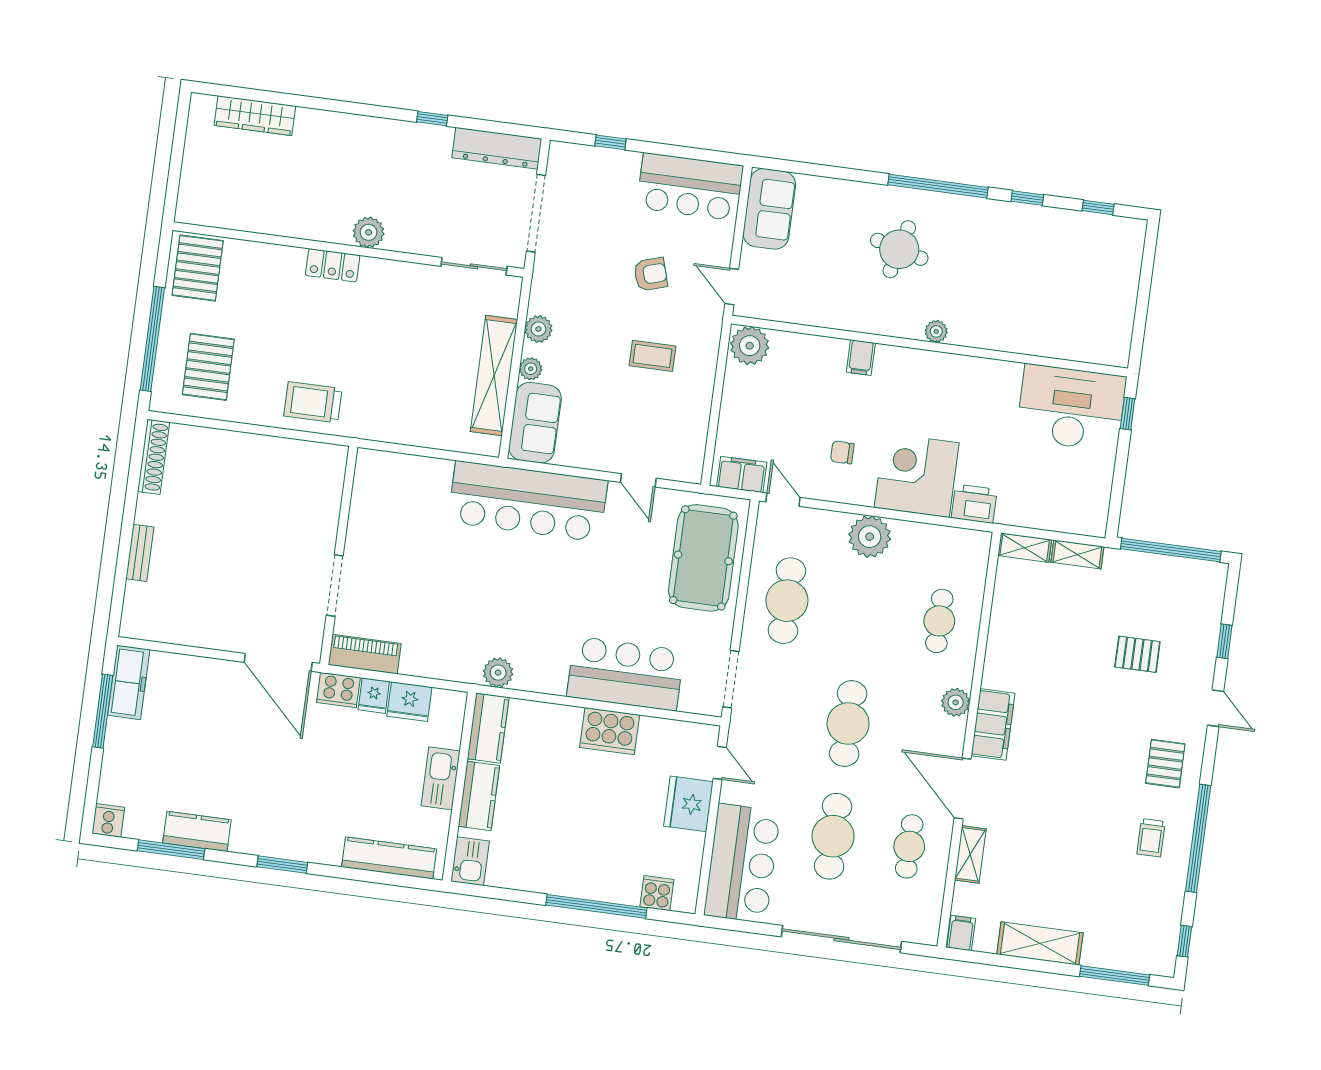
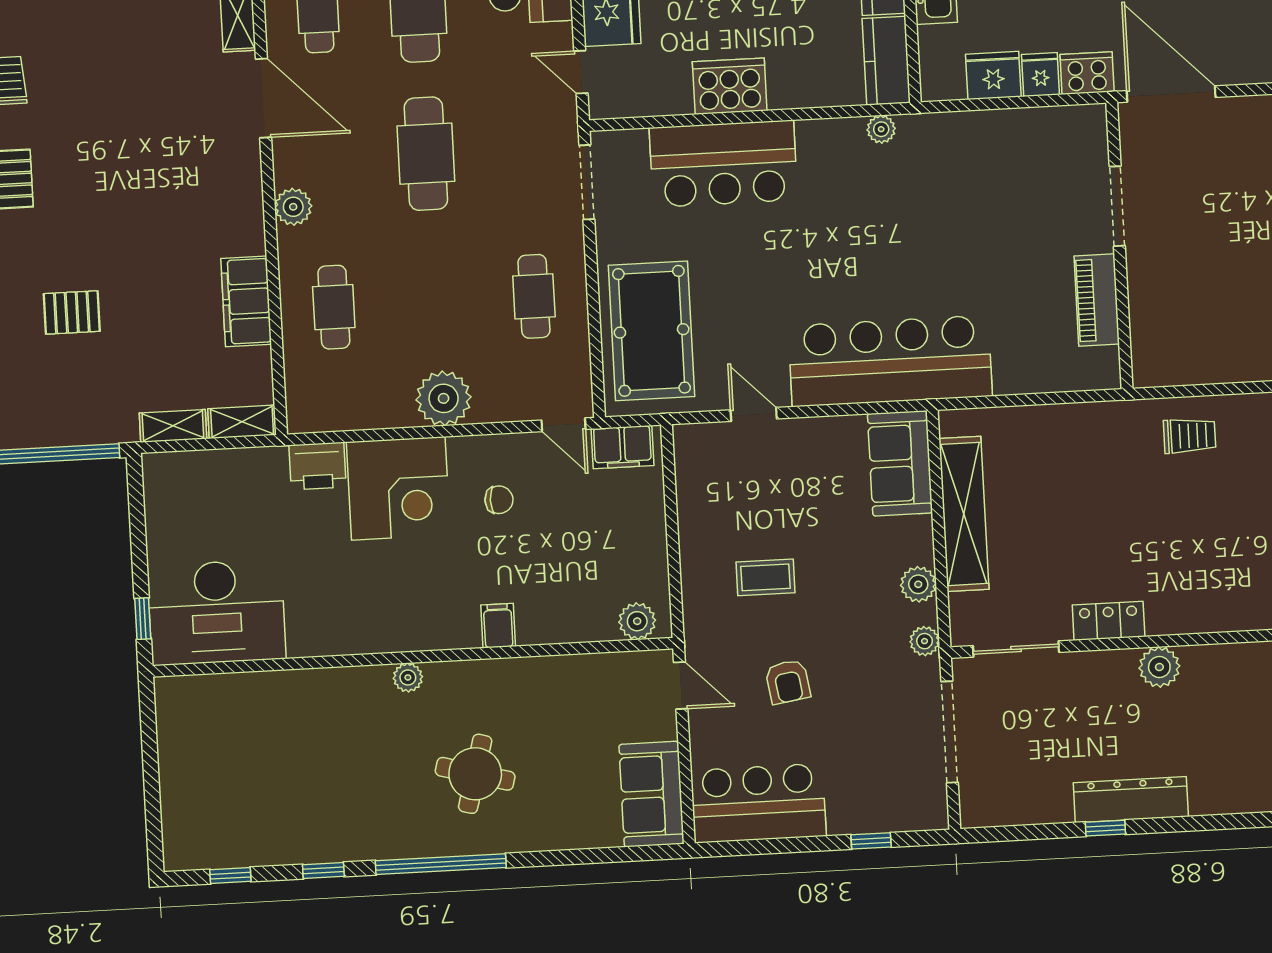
dresser: (497, 148) -> (1131, 800), moved
locker: (333, 265) -> (1109, 621), moved
armchair: (651, 274) -> (788, 682), turned -82
plant: (750, 346) -> (637, 621), width x0.73, depth x0.73
plant: (531, 369) -> (925, 641), moved
trolley: (313, 402) -> (1190, 436), width x0.73, depth x0.72
cafe table: (787, 601) -> (534, 296), width x0.73, depth x0.74
piano: (365, 654) -> (1097, 300), moved, turned 90
plant: (498, 673) -> (881, 129), width x0.73, depth x0.73
filing cabinet: (993, 724) -> (246, 301), moved

